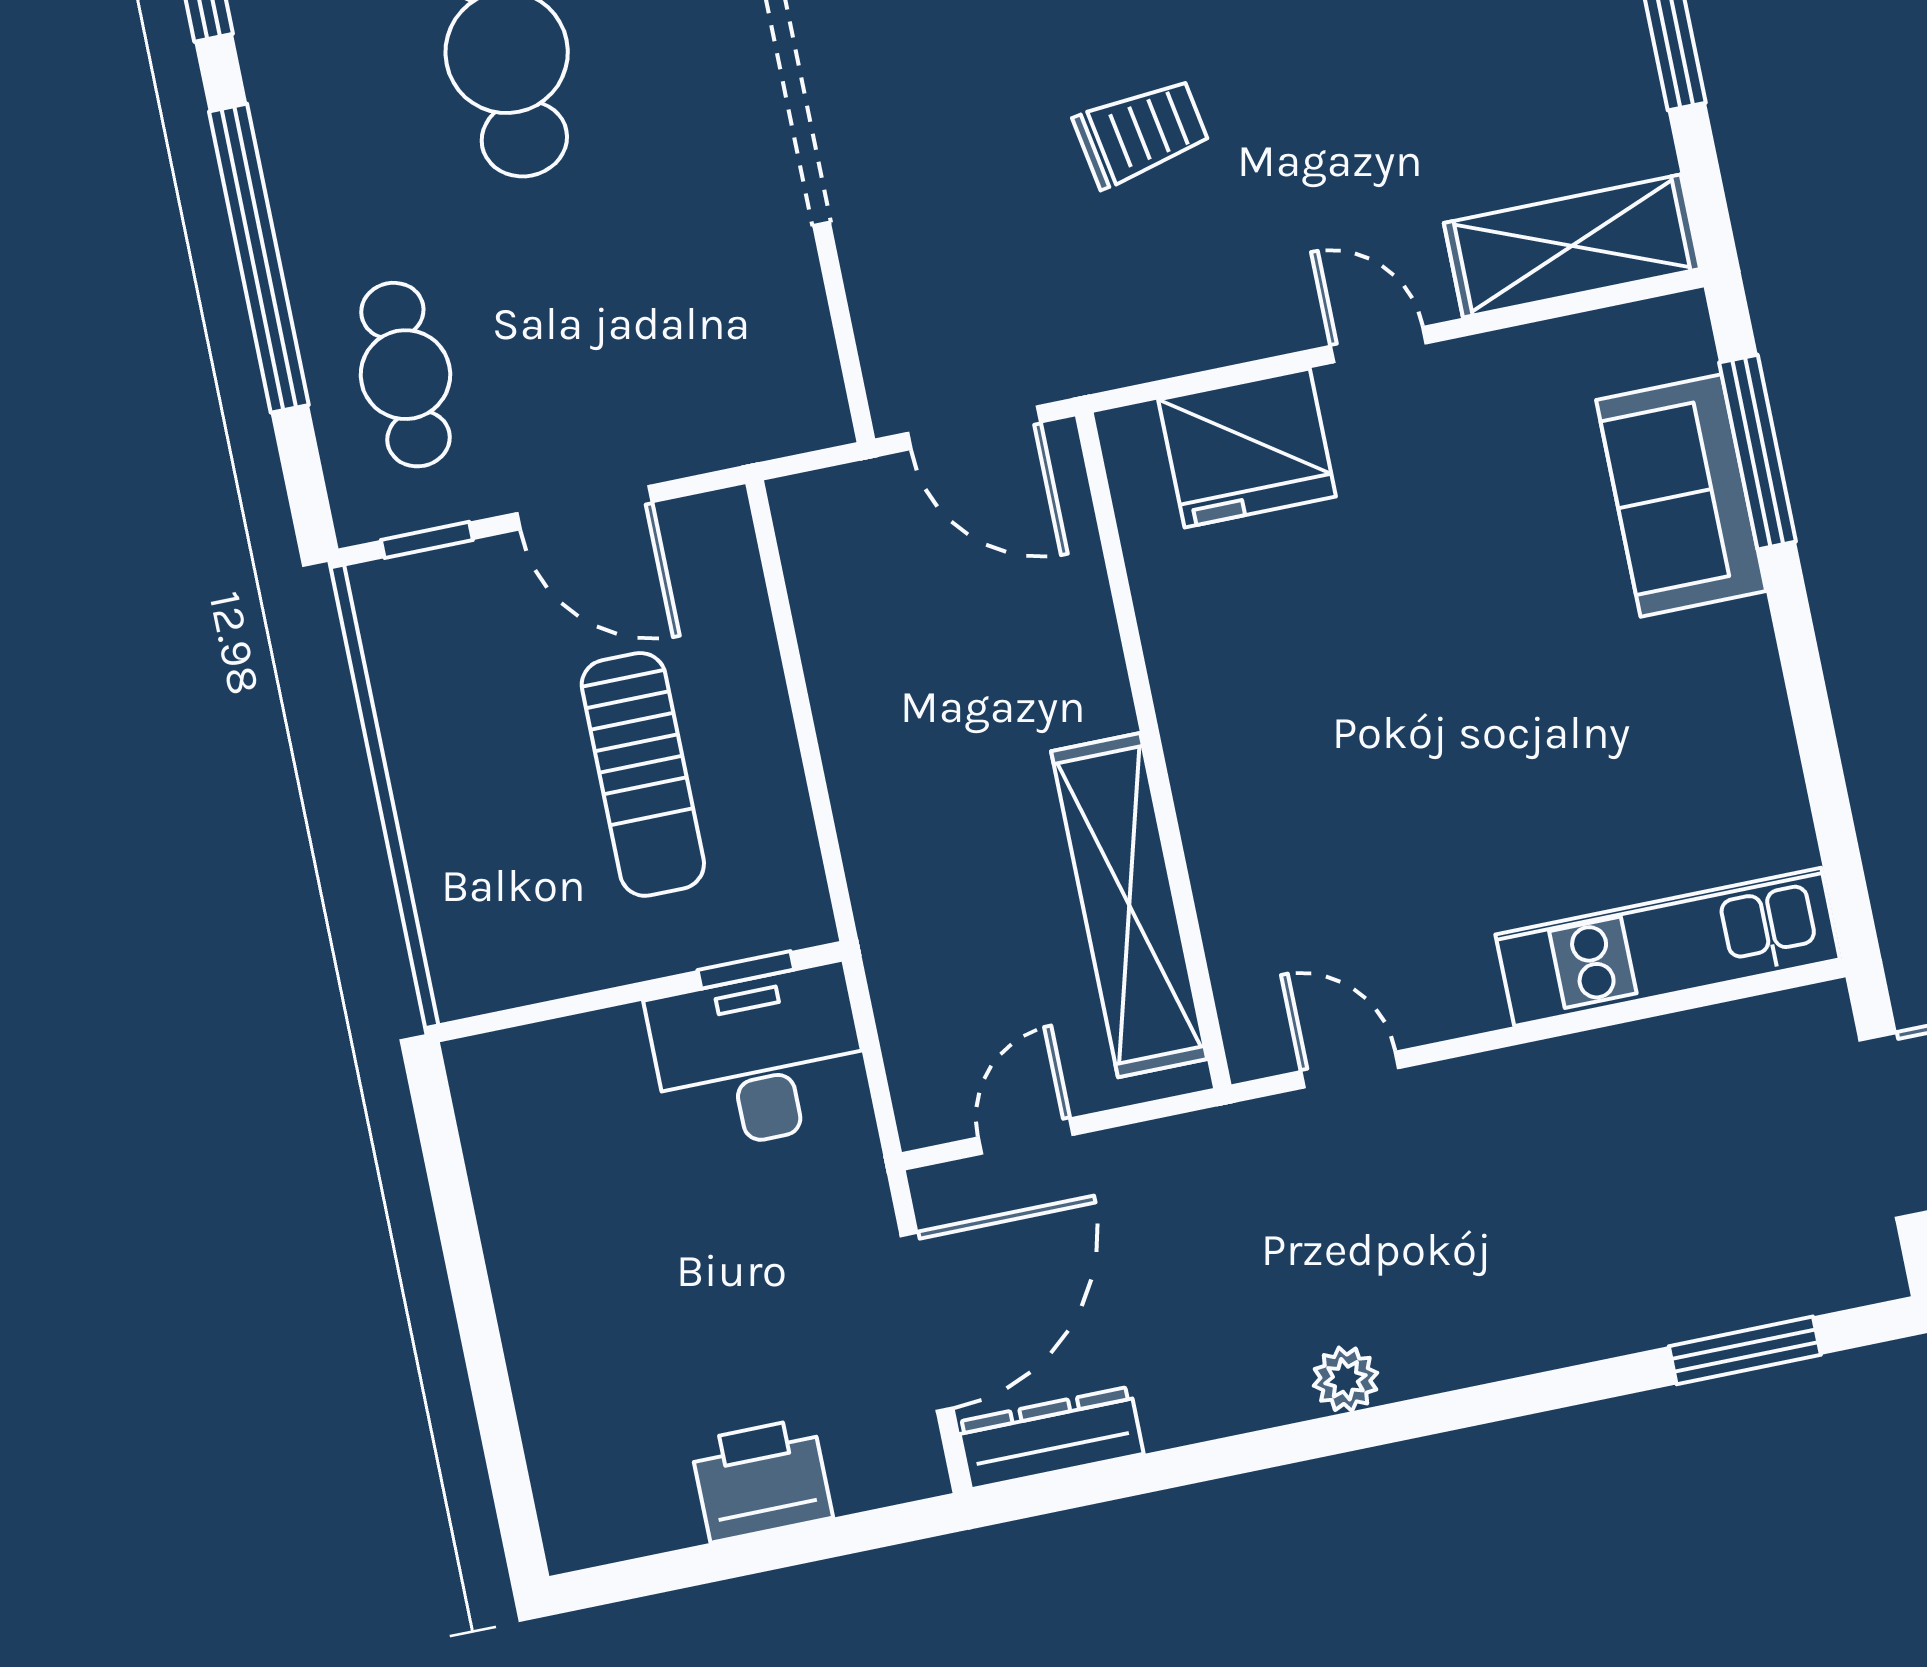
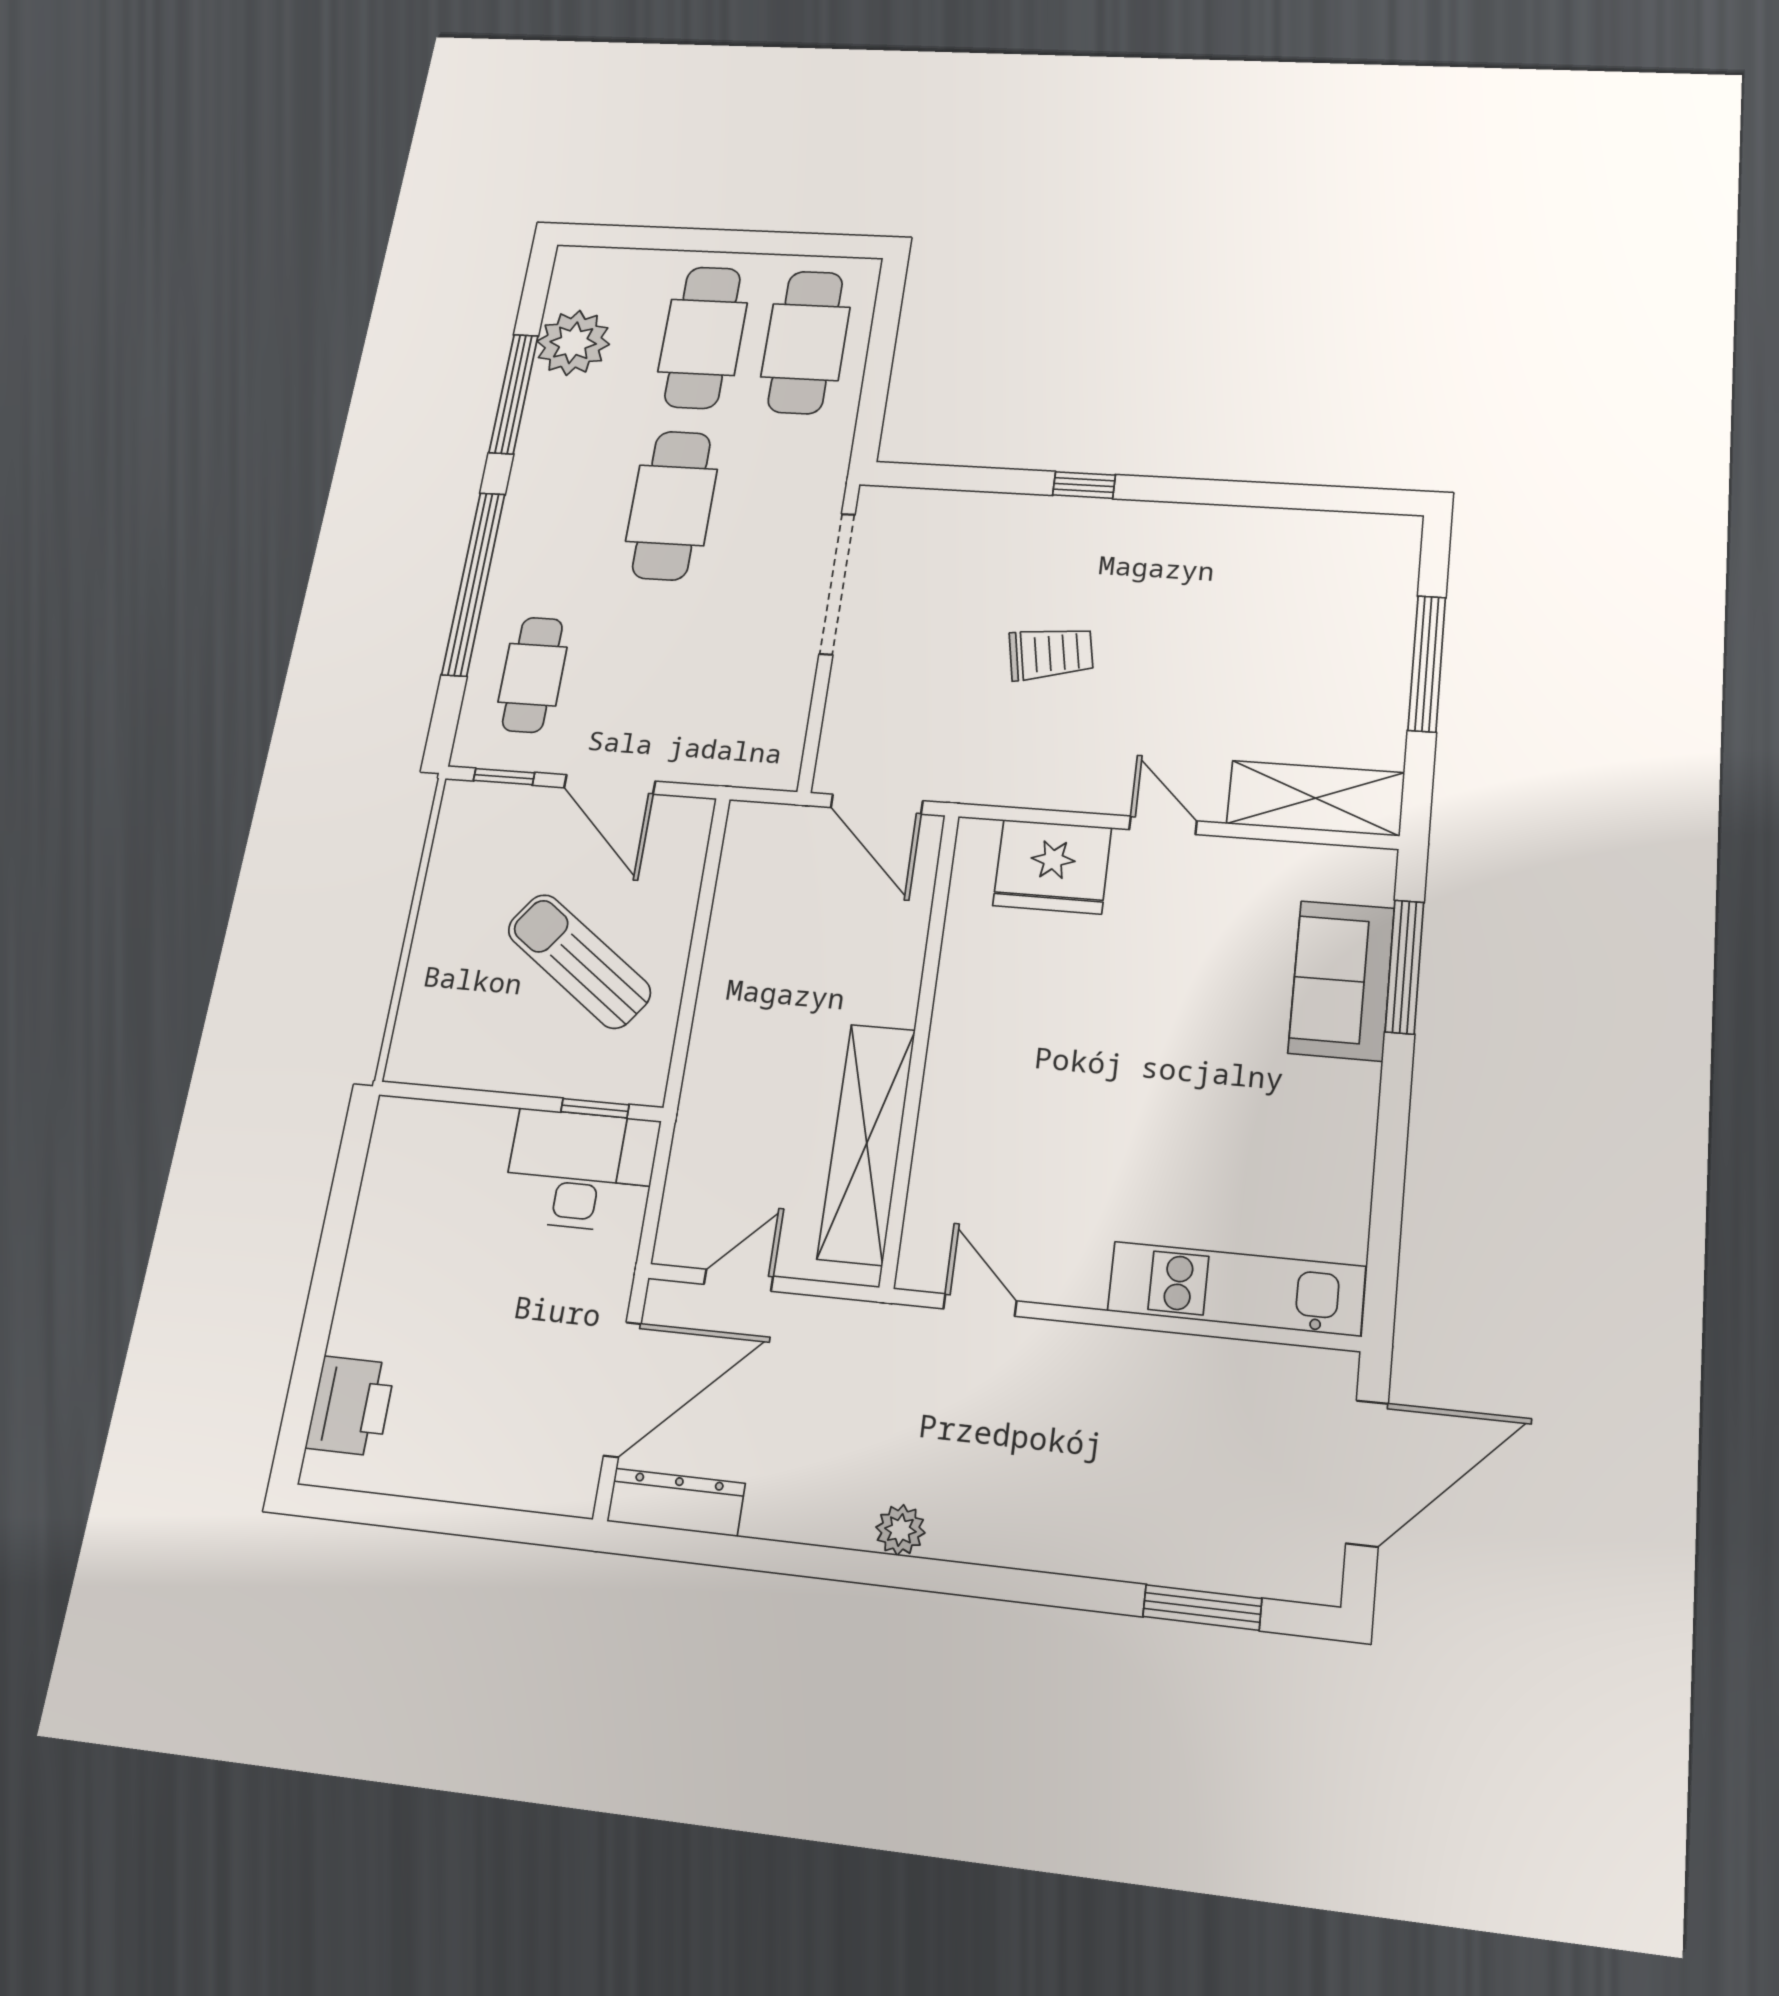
sun lounger: (643, 774) -> (579, 961), turned 126
printer: (761, 1480) -> (351, 1406), moved, turned 90

